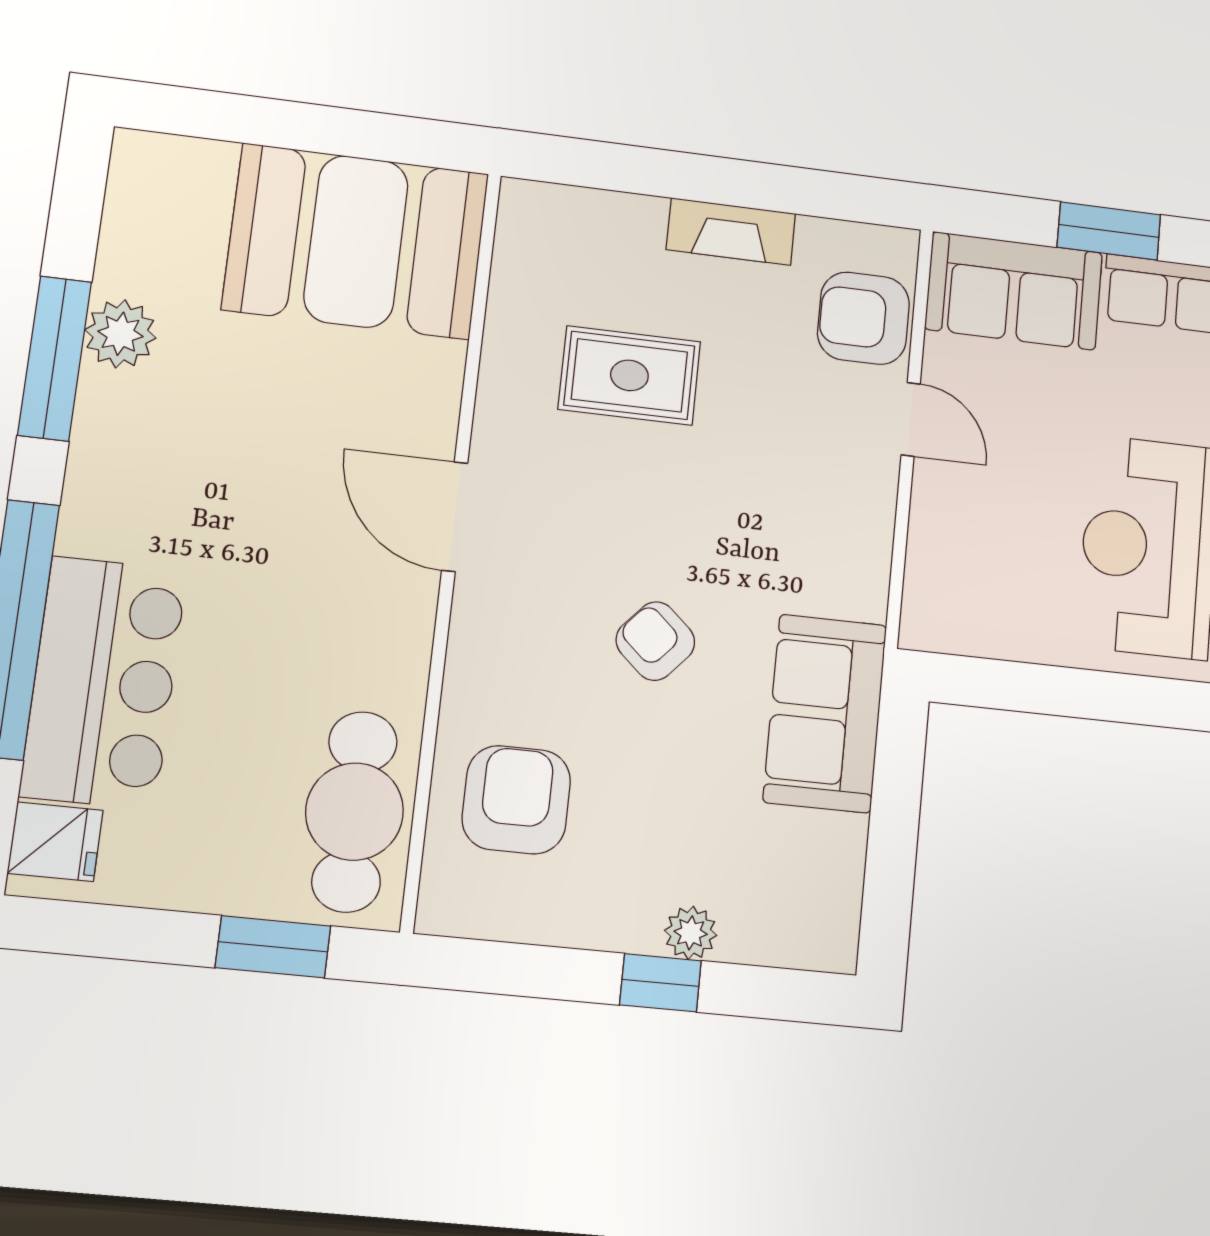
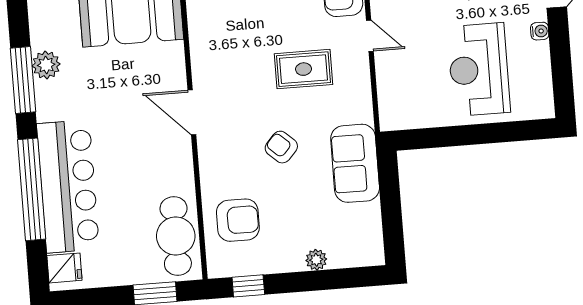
rug: (629, 375) -> (304, 69), moved
bar counter: (104, 682) -> (68, 186), width x1.36
armchair: (516, 800) -> (238, 220), turned 90
window: (660, 983) -> (248, 286), moved

